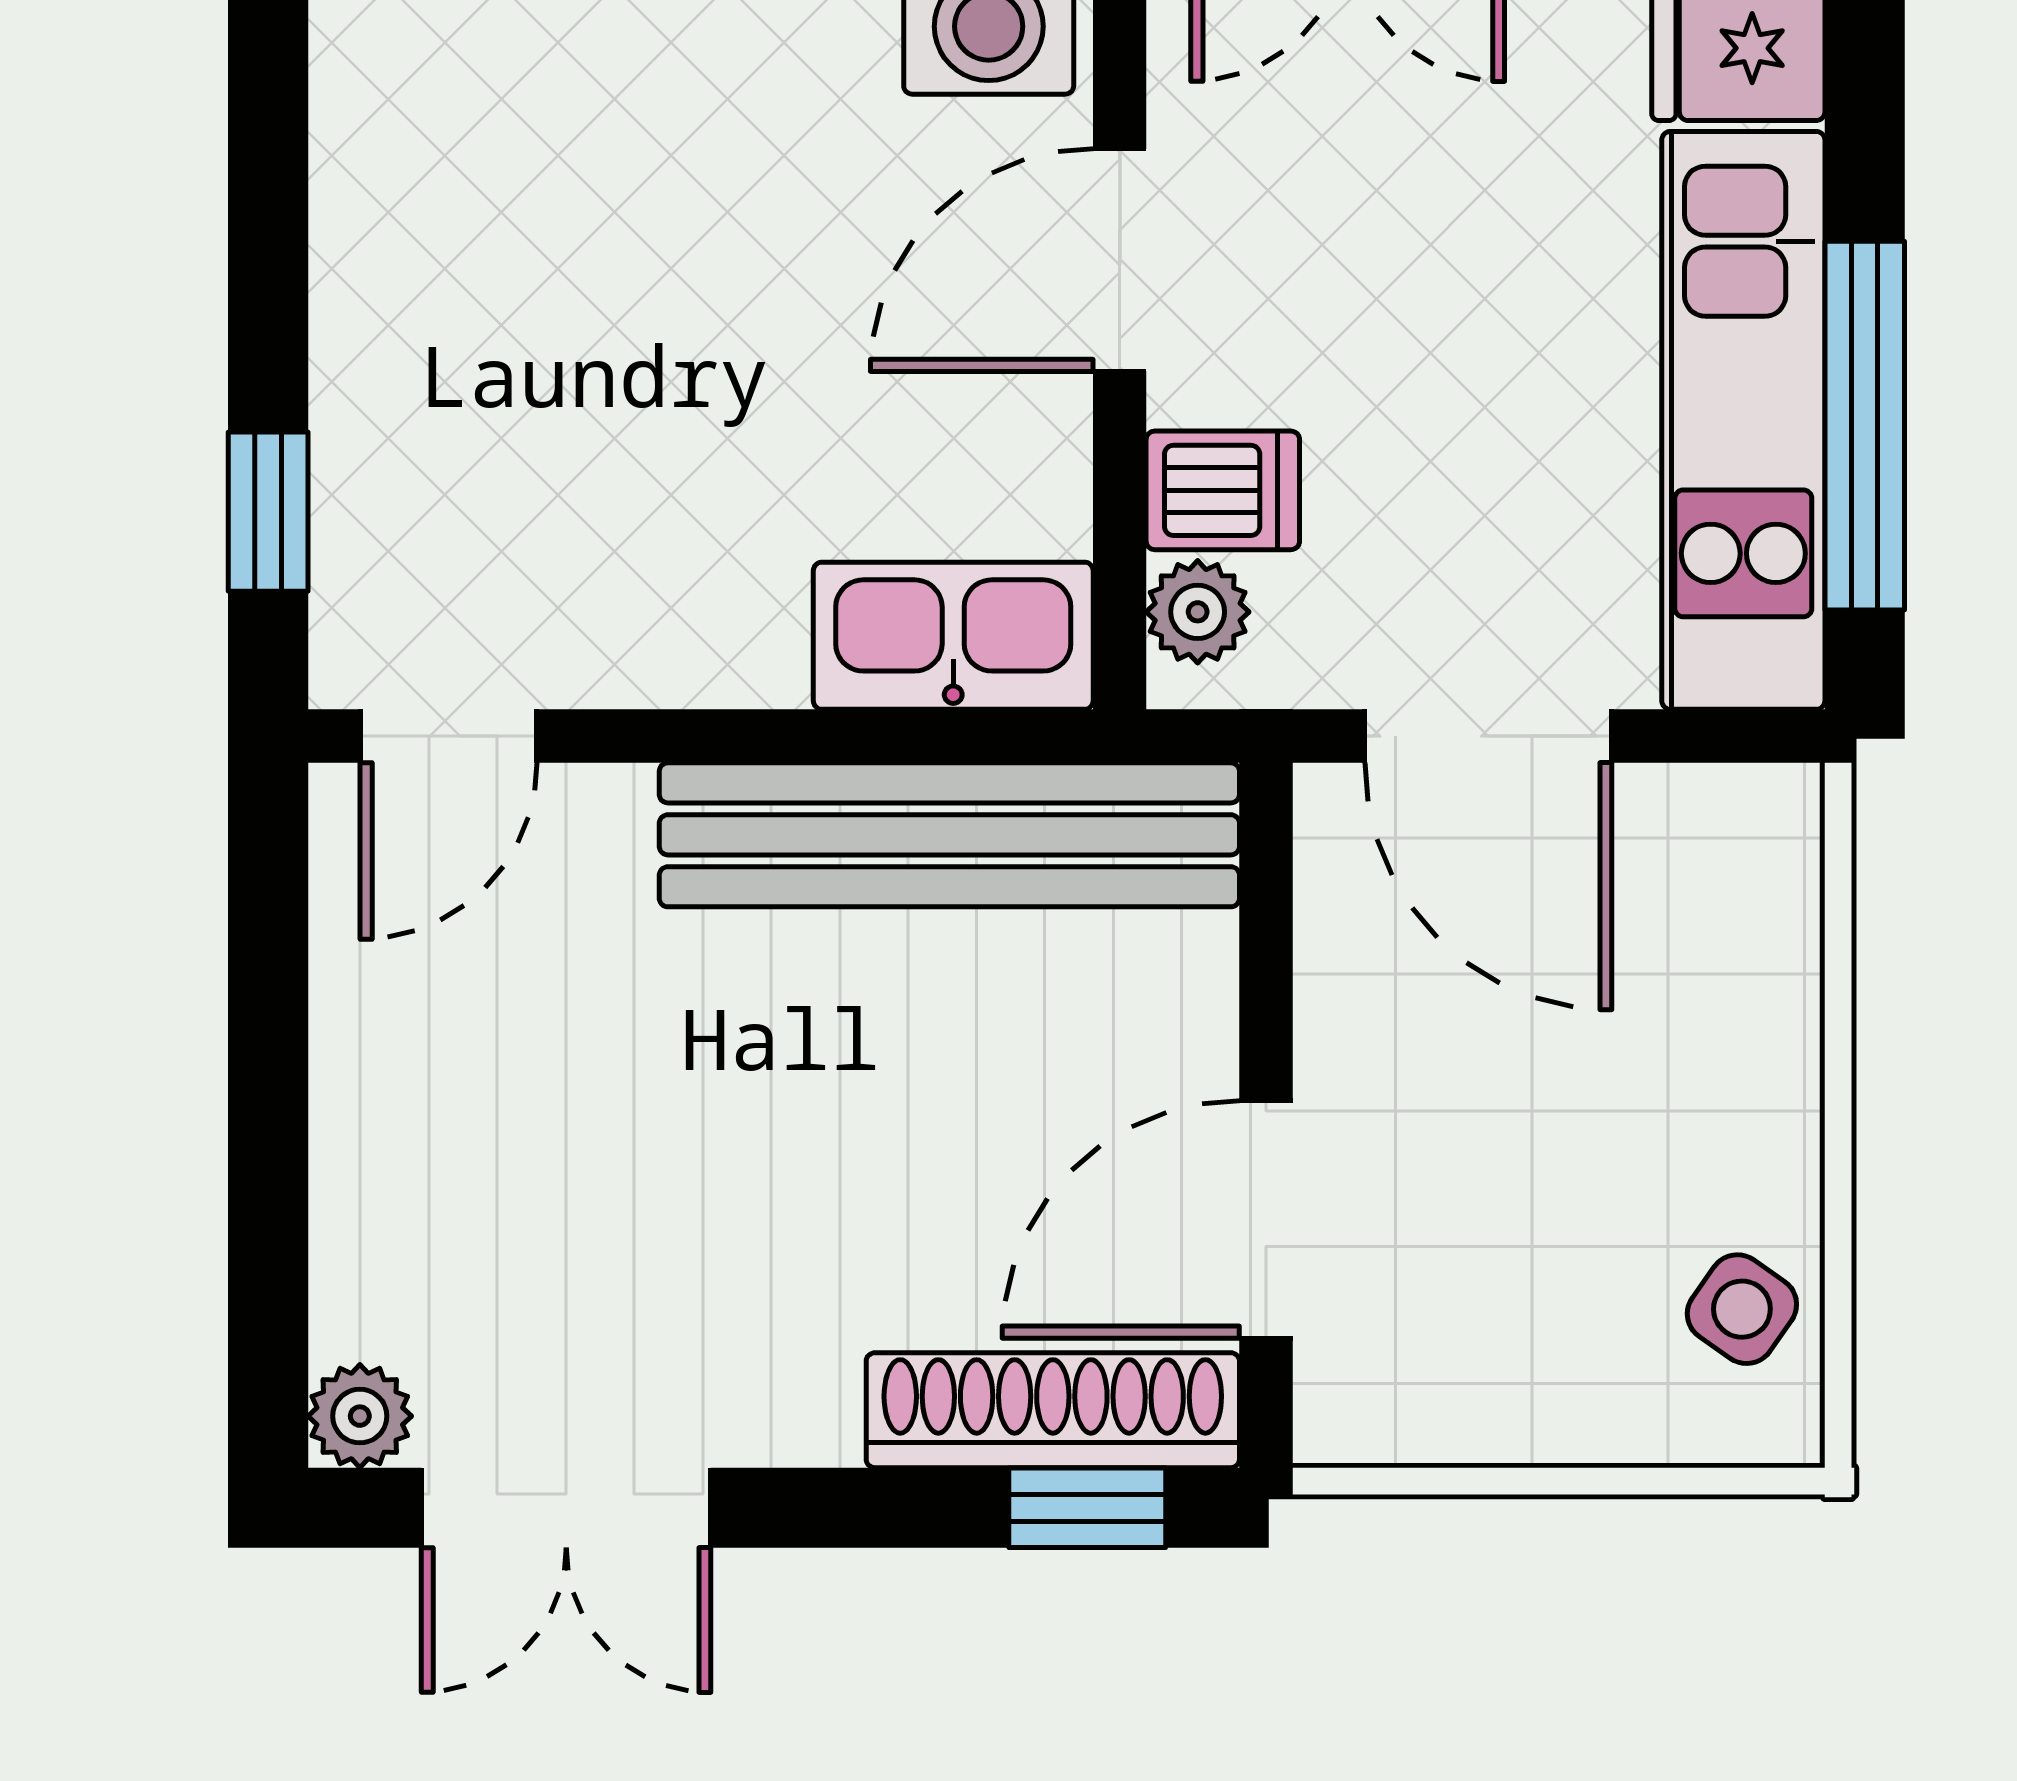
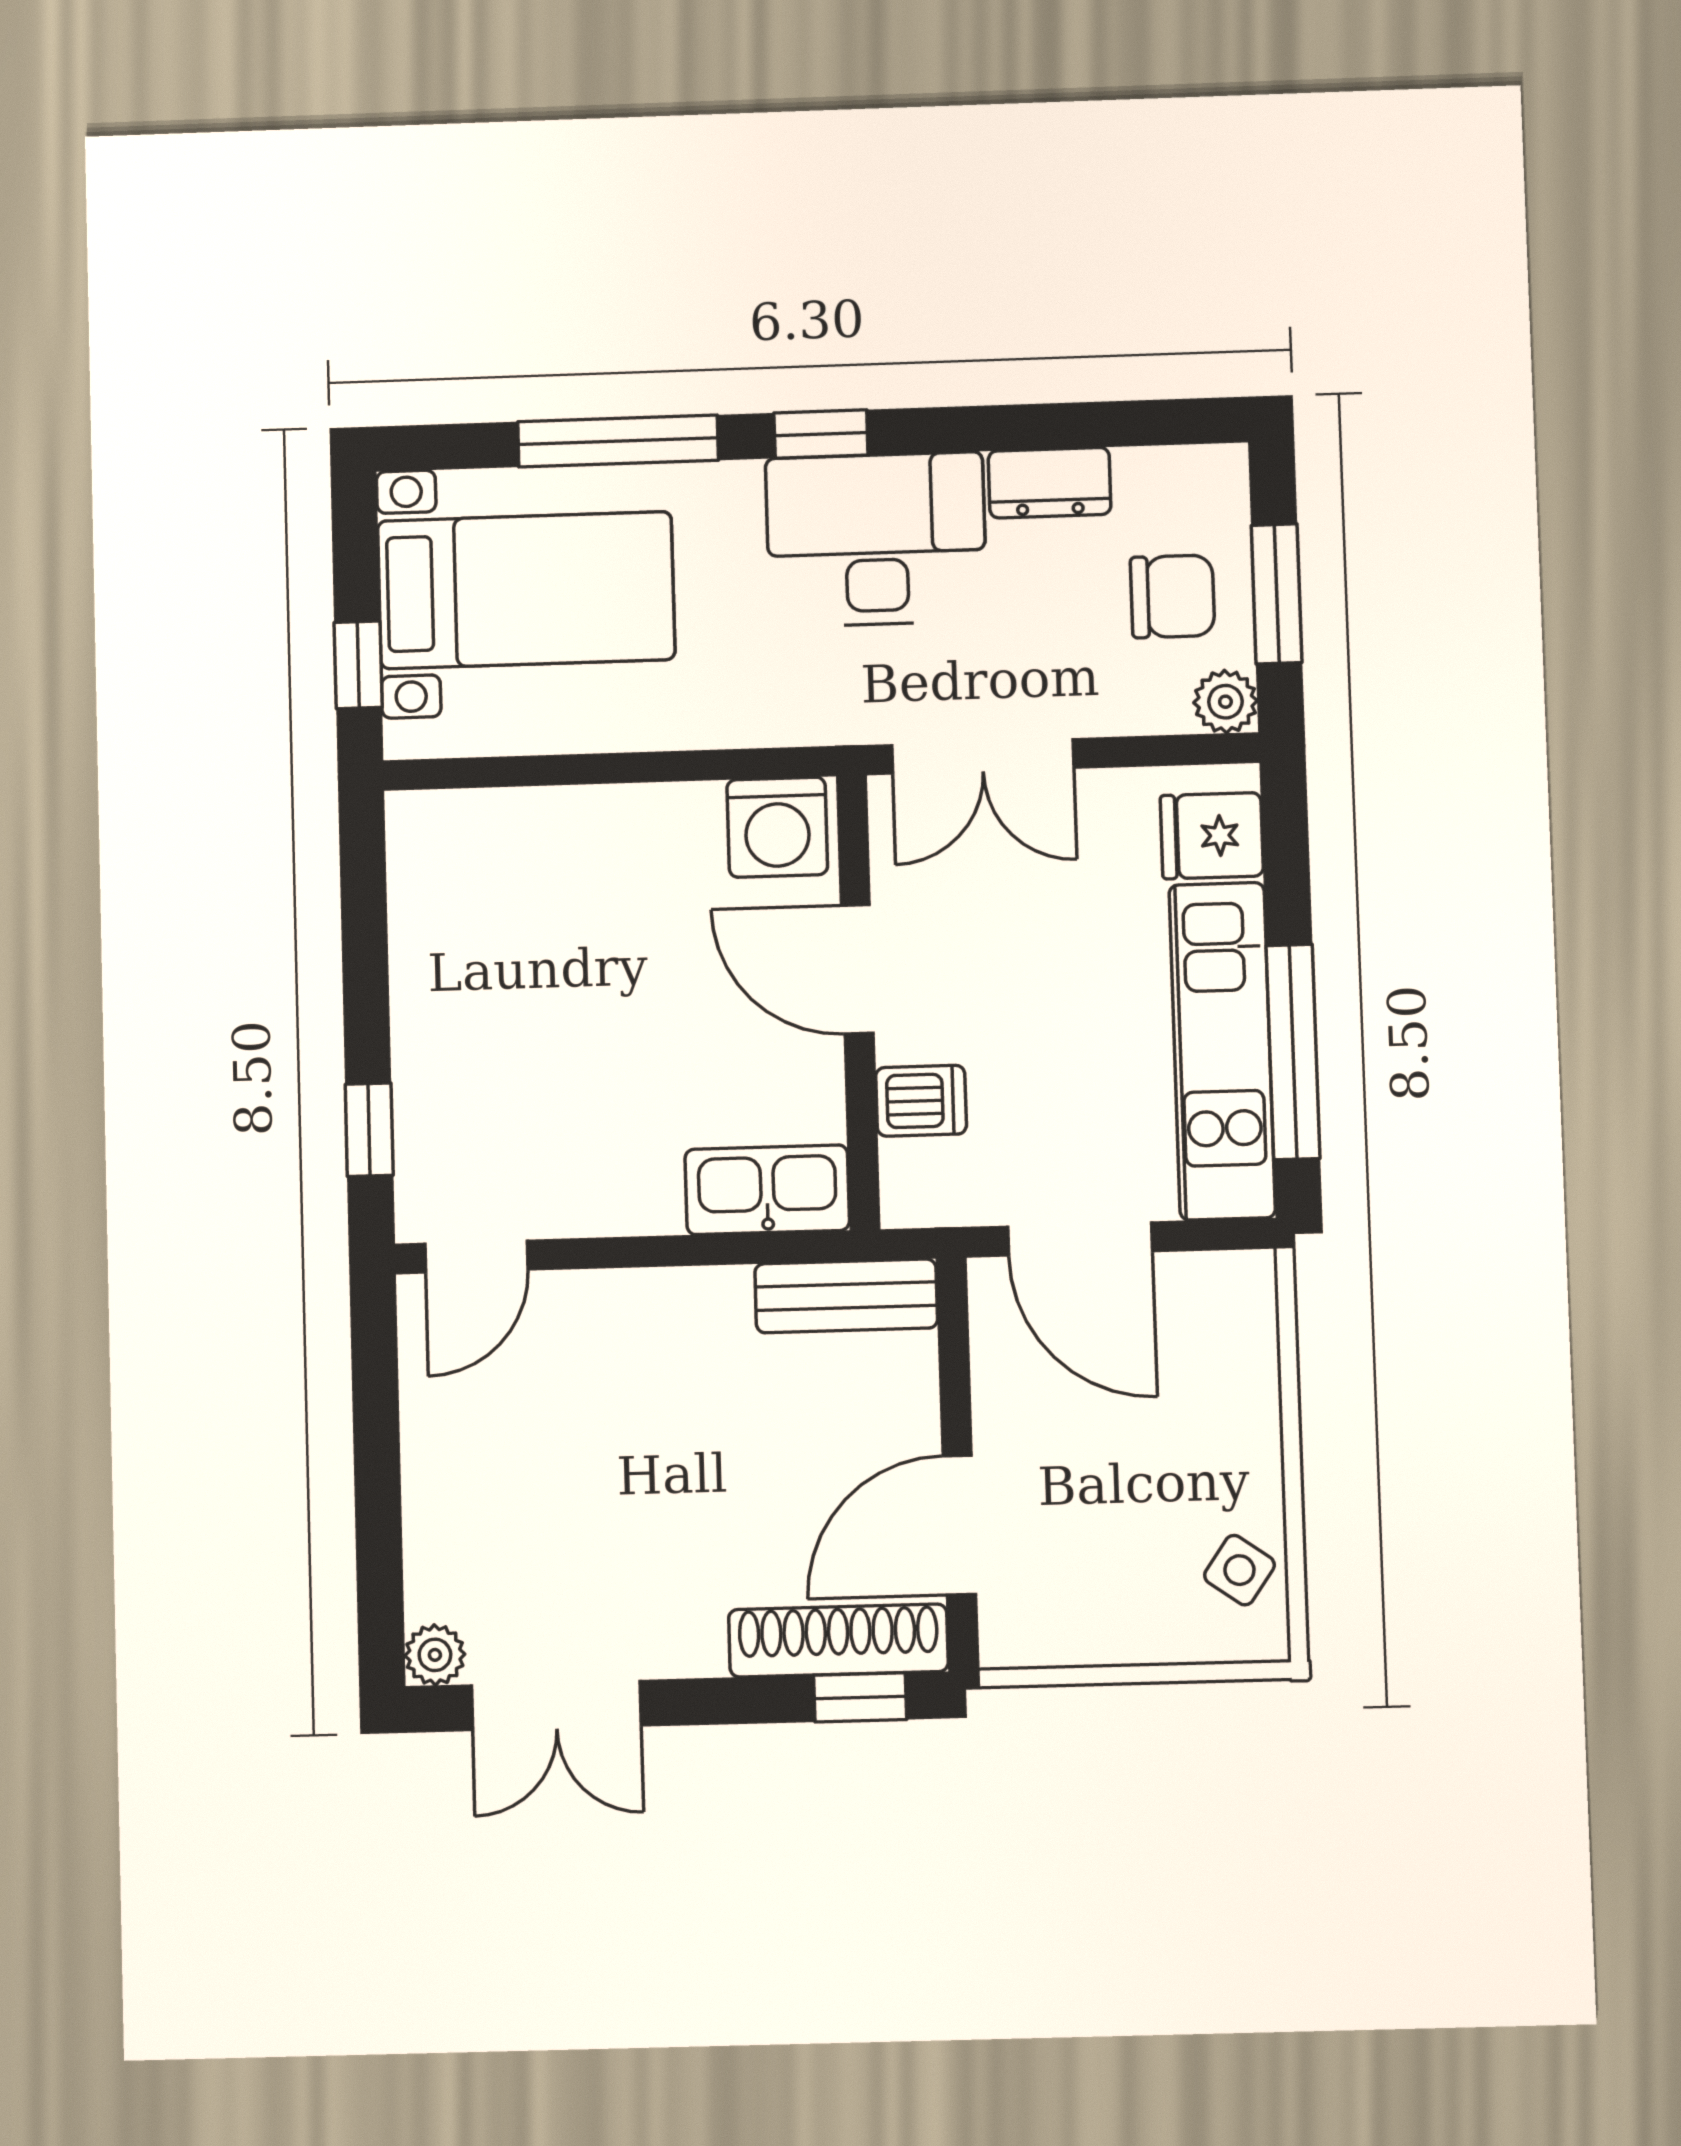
door: (1120, 260) -> (857, 969), hinge flipped
plant: (1198, 612) -> (909, 1172), removed
bench: (949, 835) -> (846, 1296), width x0.54, depth x0.82

